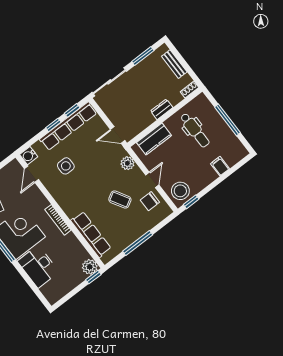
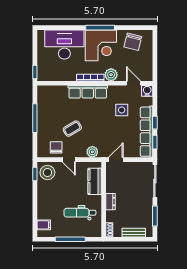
filing cabinet: (220, 166) -> (44, 225), moved
row of seats: (91, 234) -> (88, 92), moved
desk: (38, 267) -> (64, 44), width x1.36, depth x1.30
plant: (90, 267) -> (111, 75), moved

